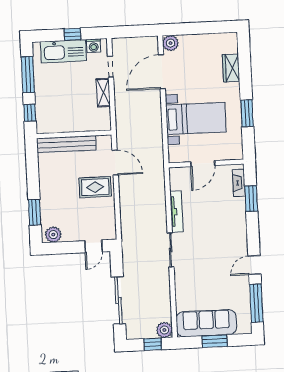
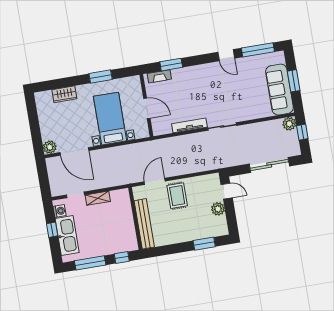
plant: (53, 235) -> (218, 209), moved

